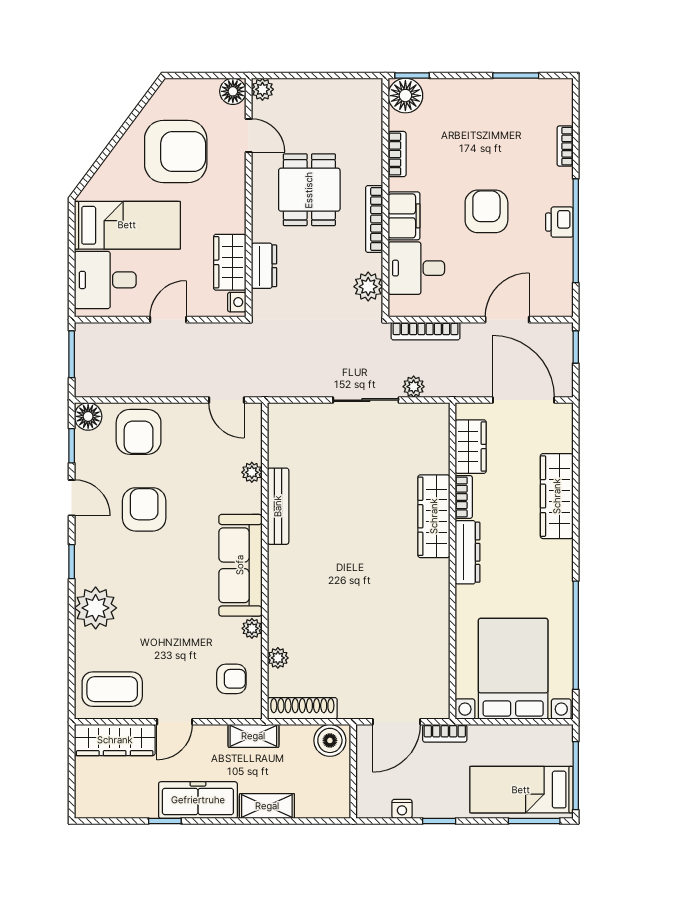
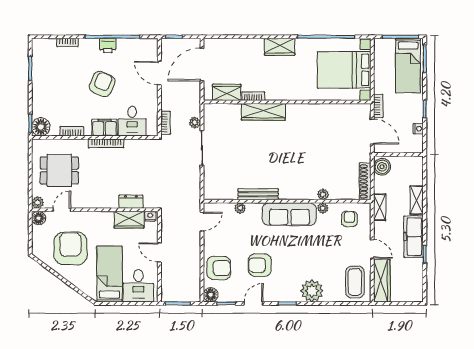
dining table: (309, 190) -> (59, 171), moved
armchair: (486, 211) -> (102, 84), turned 113
plant: (368, 287) -> (142, 147), removed
bookcase: (426, 331) -> (165, 123), width x0.64
wardrobe: (557, 496) -> (280, 47), moved, width x0.67
dresser: (468, 552) -> (282, 94), removed
plant: (278, 658) -> (323, 194), moved

